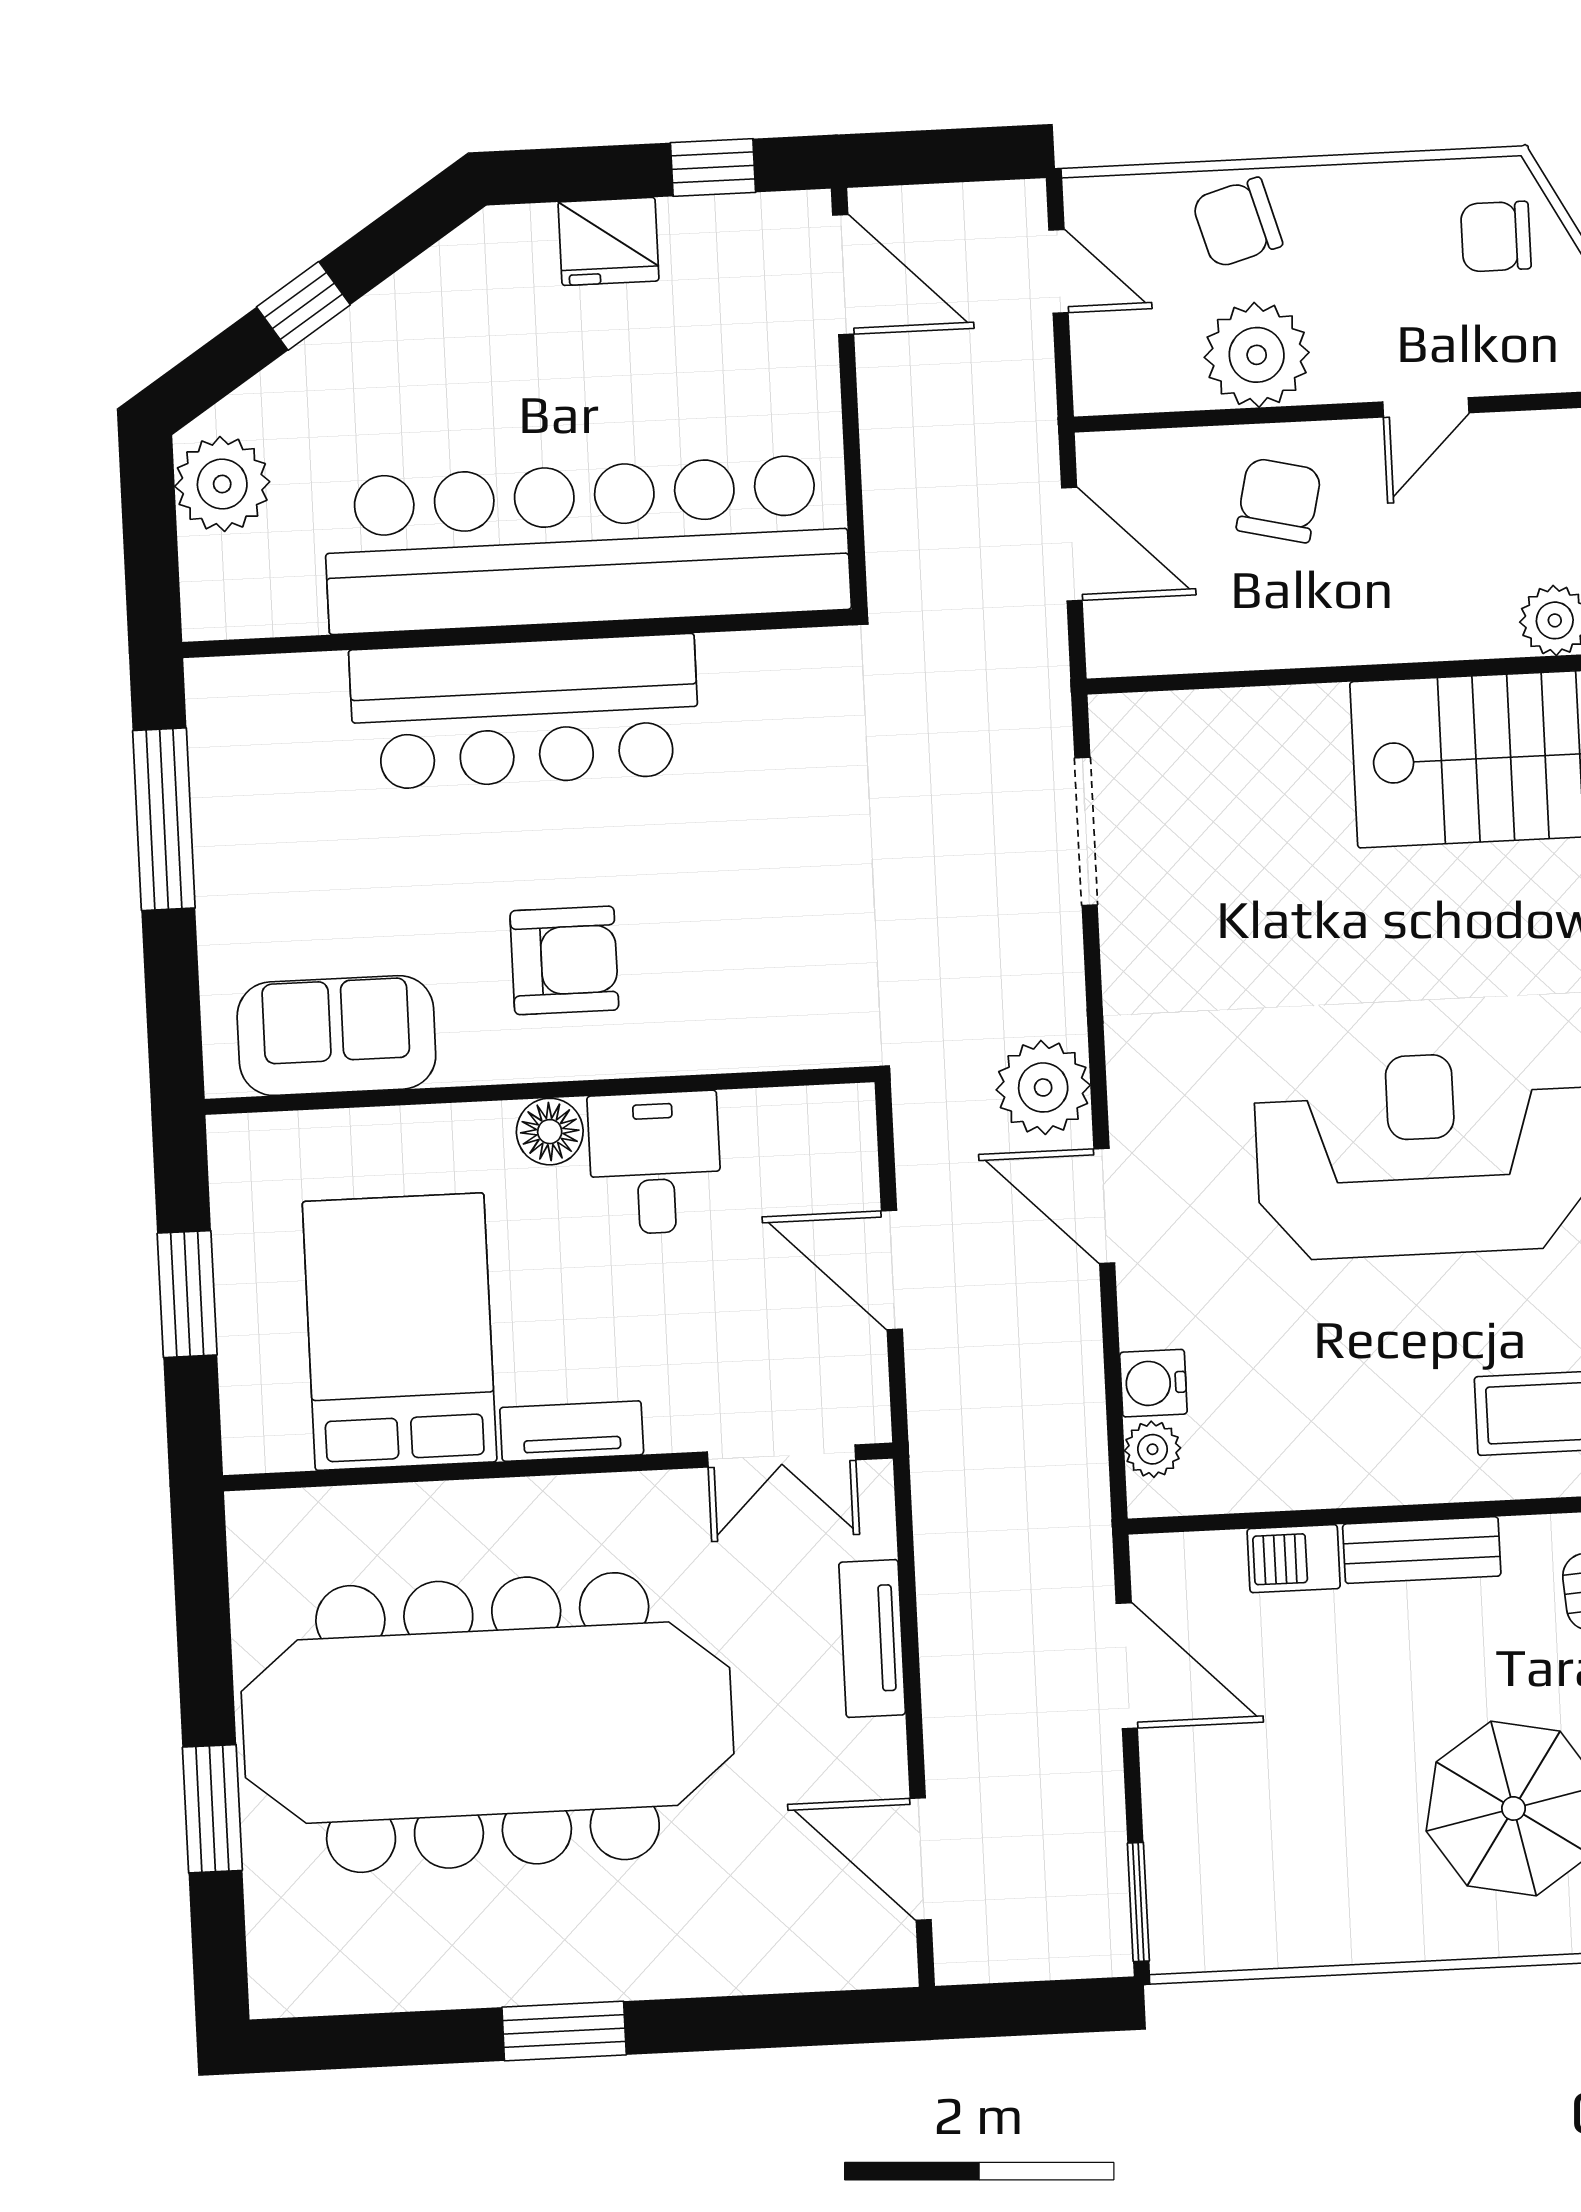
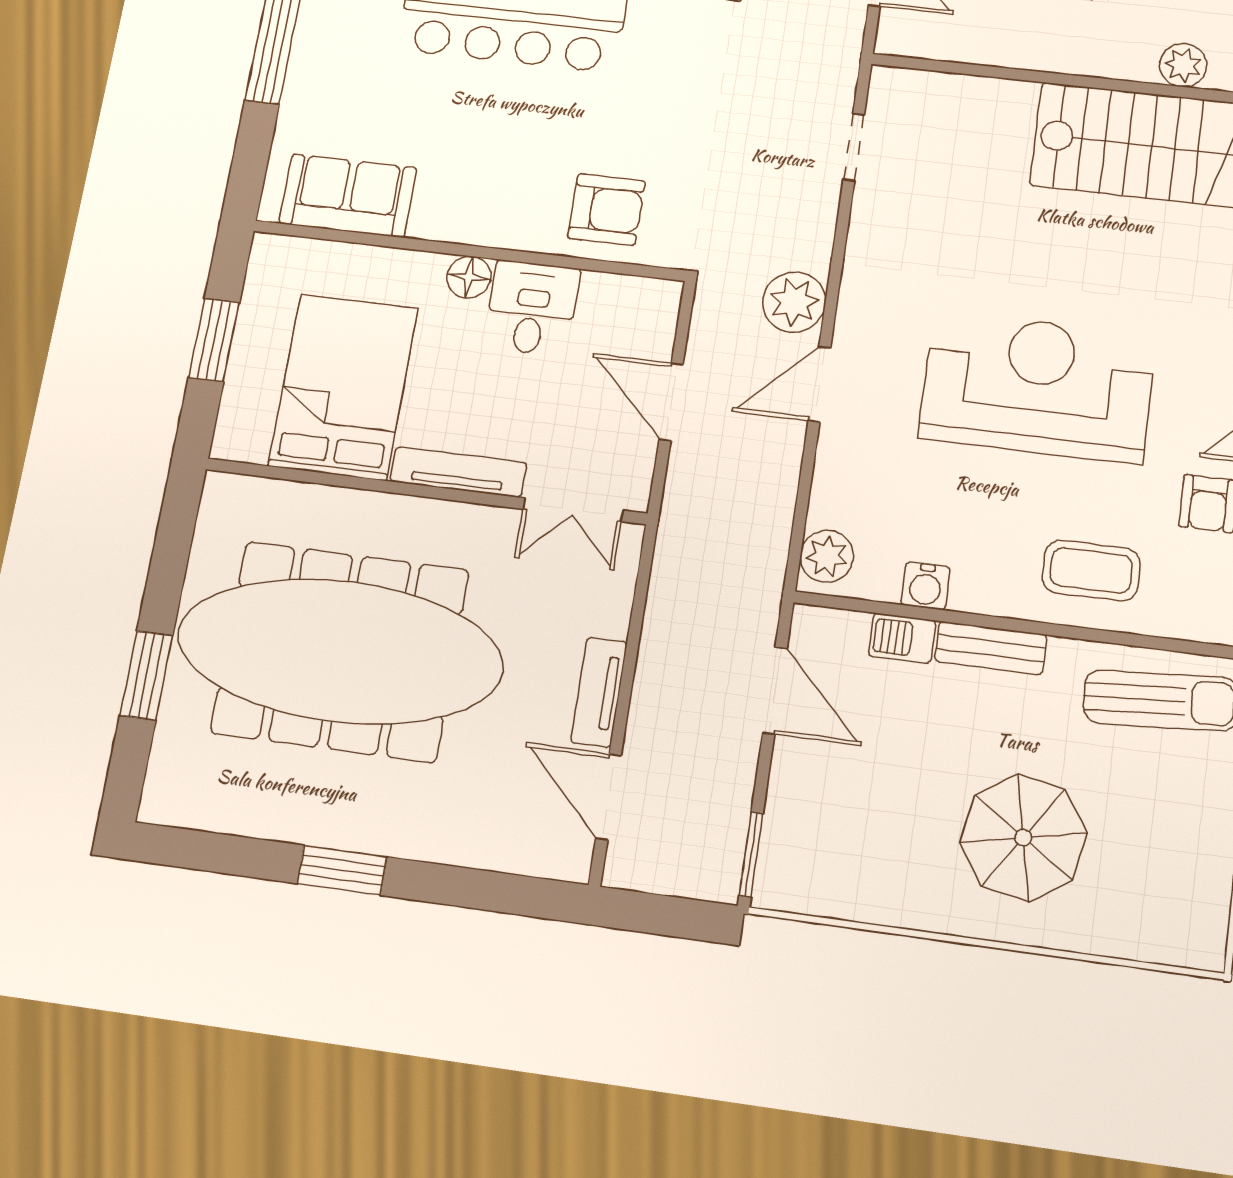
doorway: (1086, 831) -> (854, 147), width x0.73
armchair: (564, 960) -> (606, 210), moved
door: (1104, 1206) -> (819, 384), hinge flipped
water cooler: (1153, 1383) -> (926, 586), moved, turned -90
tv unit: (572, 1431) -> (458, 472), width x1.41
plant: (1153, 1449) -> (827, 556), width x1.38, depth x1.38
tv unit: (872, 1639) -> (599, 692), moved

